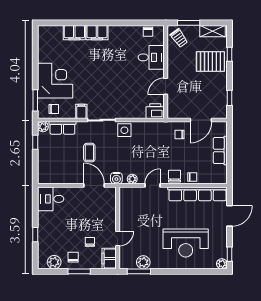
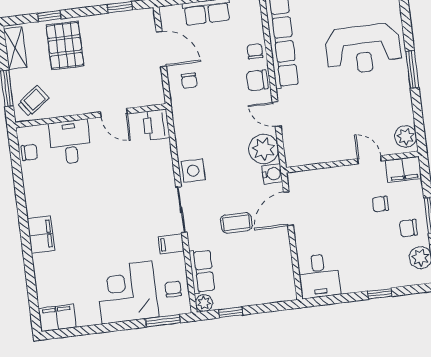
filing cabinet: (74, 33) -> (57, 318), moved, turned -90
plant: (132, 179) -> (264, 149), width x1.87, depth x1.87
reception desk: (186, 243) -> (363, 49), turned 90
plant: (143, 262) -> (406, 137), moved
window: (139, 271) -> (412, 69), moved

